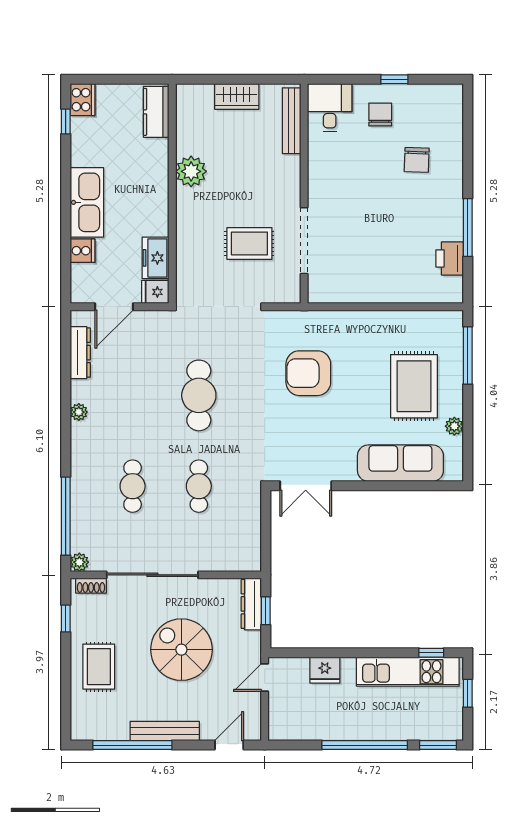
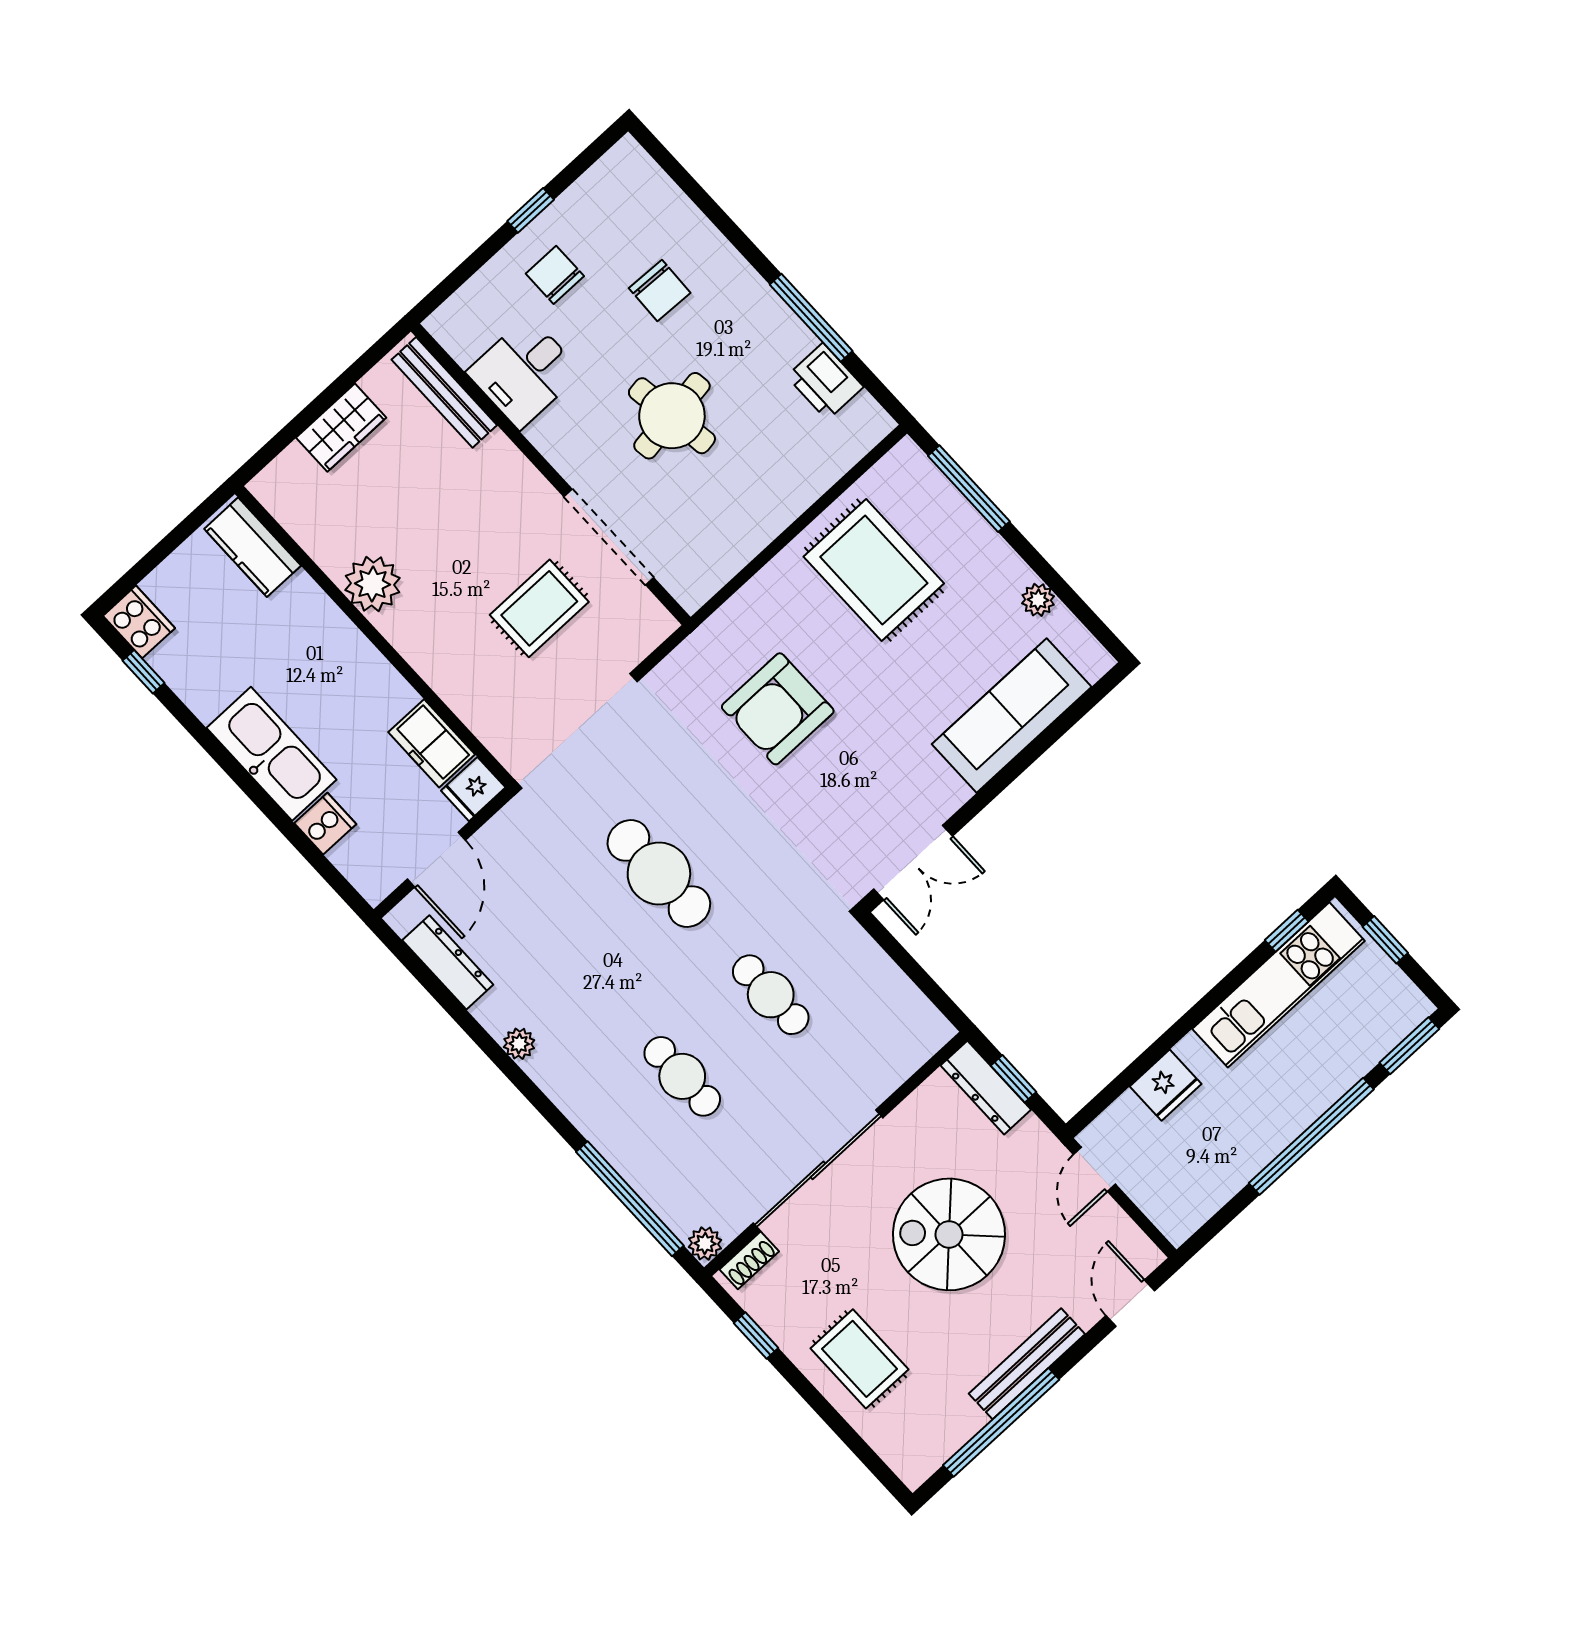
desk: (330, 108) -> (524, 372), moved, turned -90
round table: (375, 215) -> (672, 416), added
rug: (414, 386) -> (874, 570), moved

